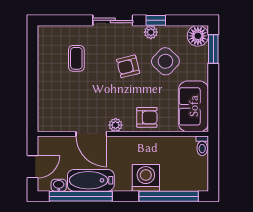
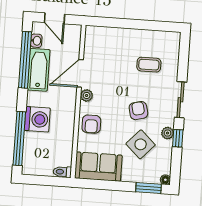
floor lamp: (198, 36) -> (165, 180), width x0.53, depth x0.53

